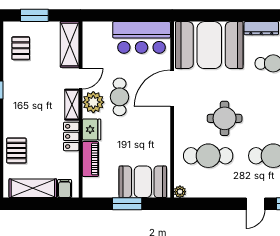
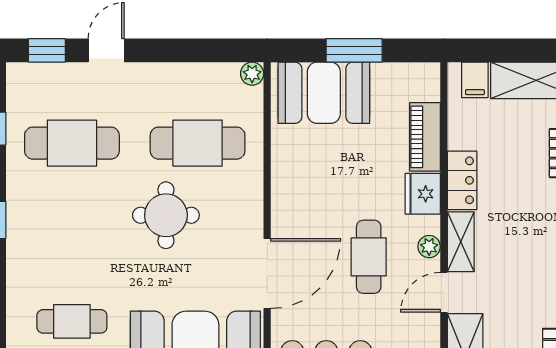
plant: (93, 102) -> (429, 247), width x0.53, depth x0.53

